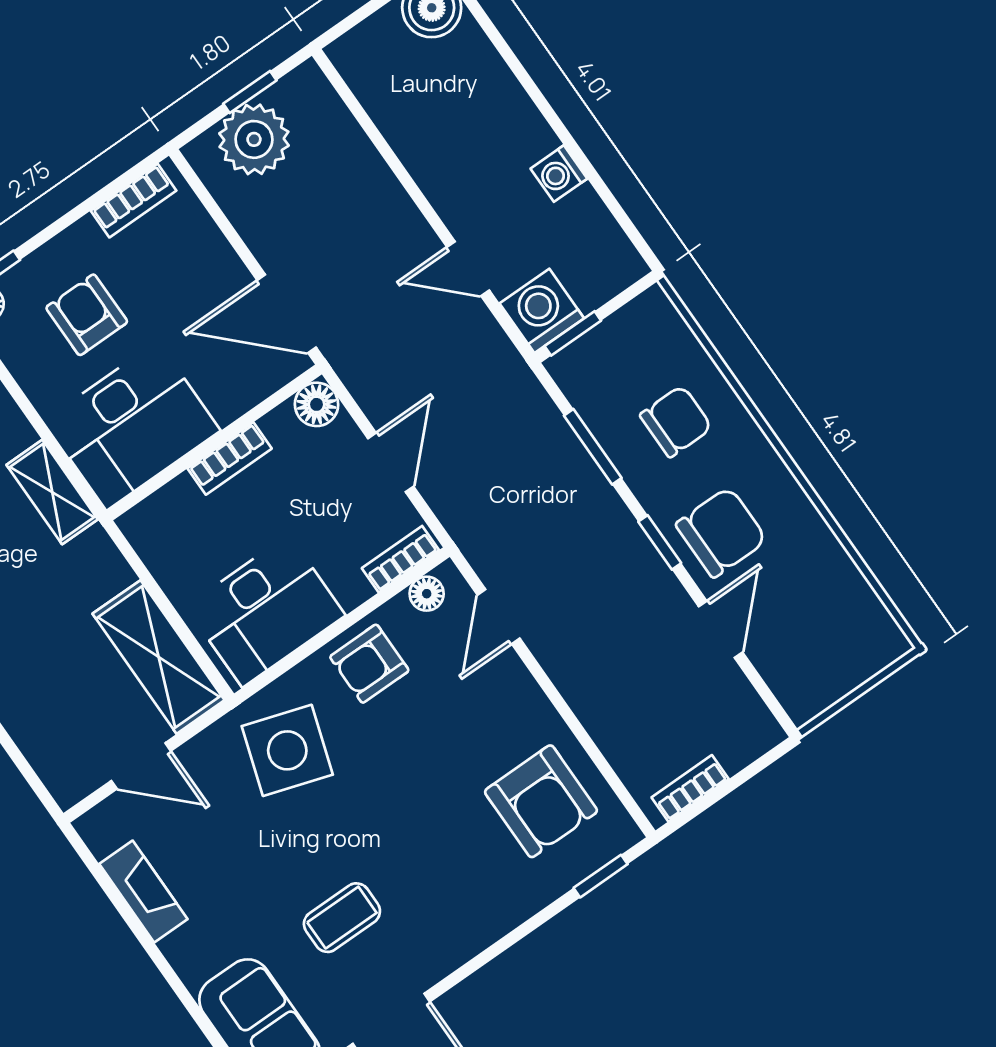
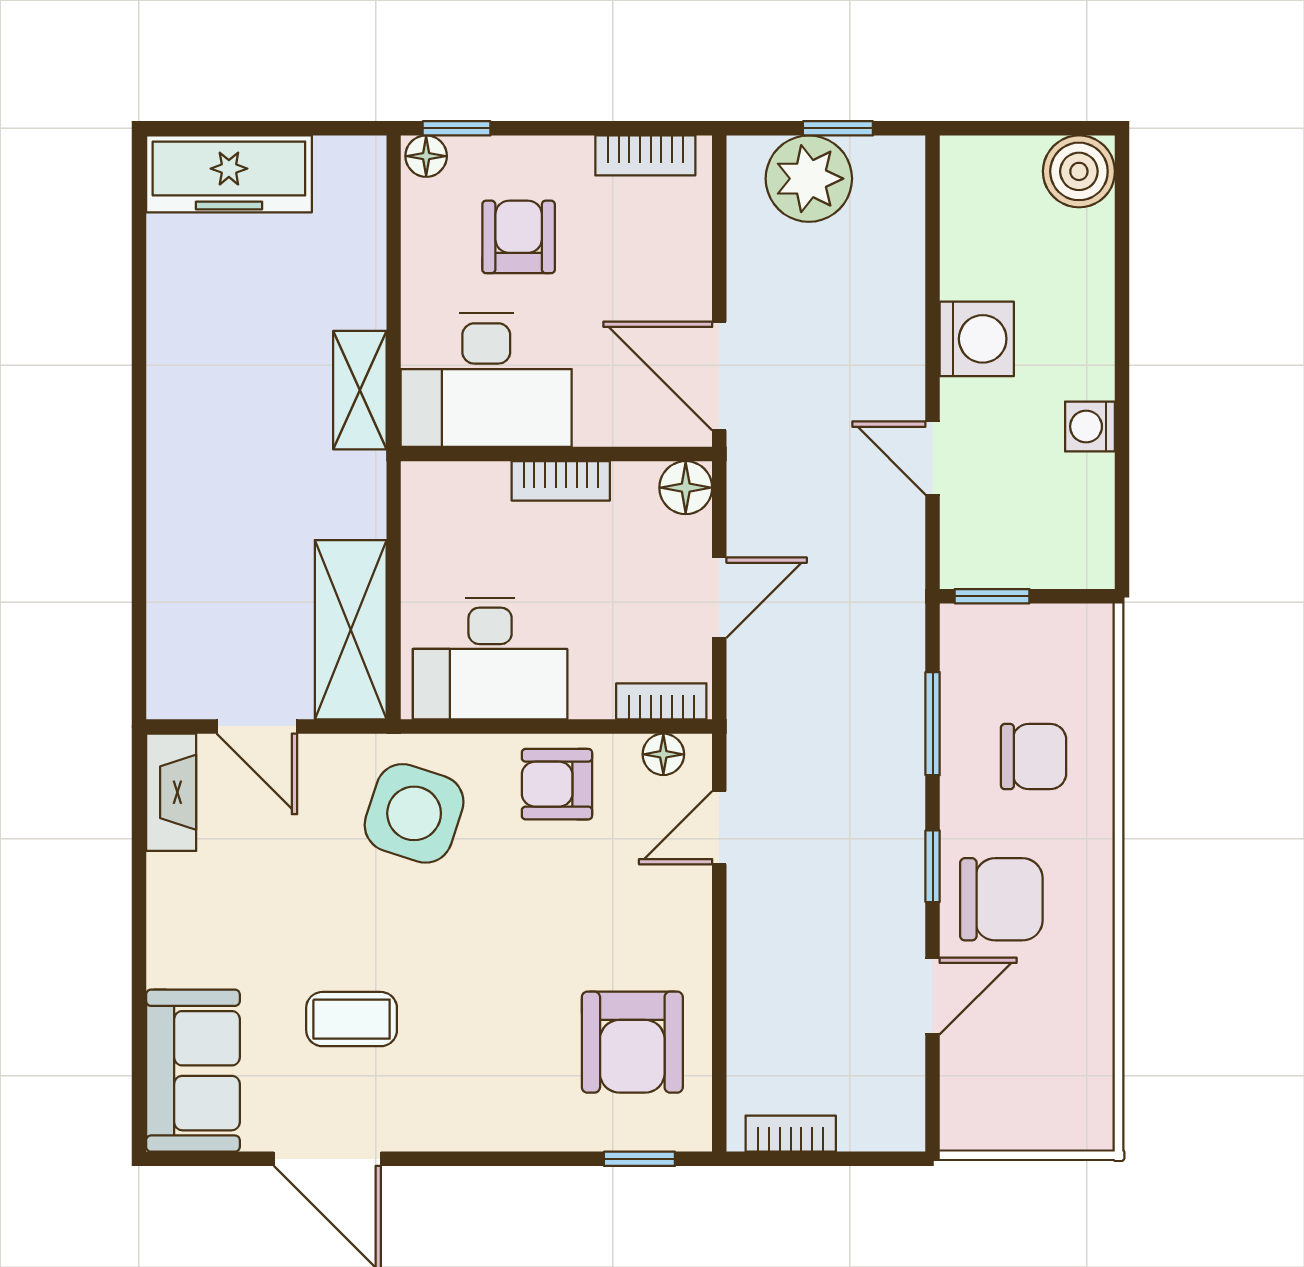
washing machine: (542, 311) -> (977, 339), moved, turned 90
fireplace: (143, 891) -> (171, 792), moved

